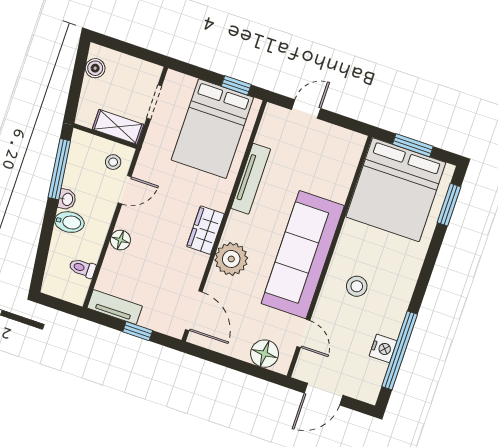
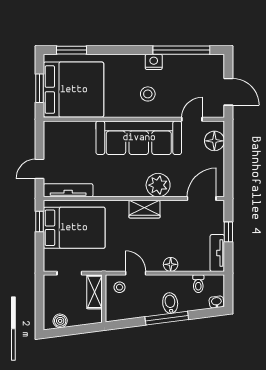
door: (306, 109) -> (40, 169), hinge flipped
window: (59, 169) -> (167, 318), moved
tv unit: (251, 179) -> (68, 190), moved
washbasin: (67, 199) -> (216, 302), moved
nightstand: (383, 348) -> (154, 62), moved

